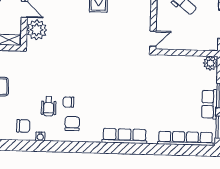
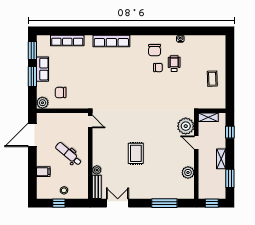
door: (153, 39) -> (90, 122), swing flipped
chair: (23, 126) -> (61, 93), moved
row of seats: (185, 138) -> (67, 40), width x0.73

